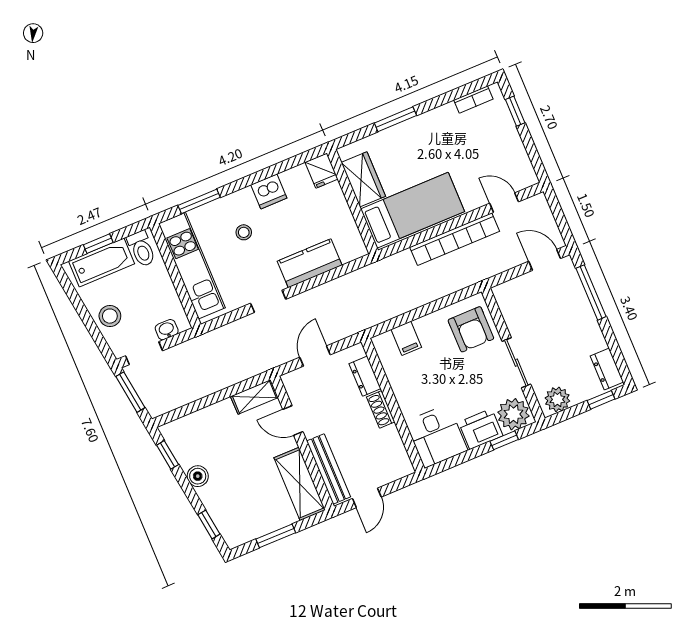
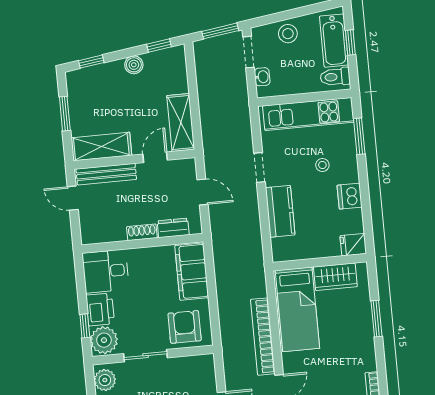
armchair: (471, 329) -> (185, 327), turned 90
filing cabinet: (406, 338) -> (192, 272), width x3.00, depth x1.17
shelving: (254, 397) -> (181, 123), width x1.50, depth x1.33

